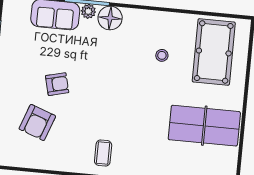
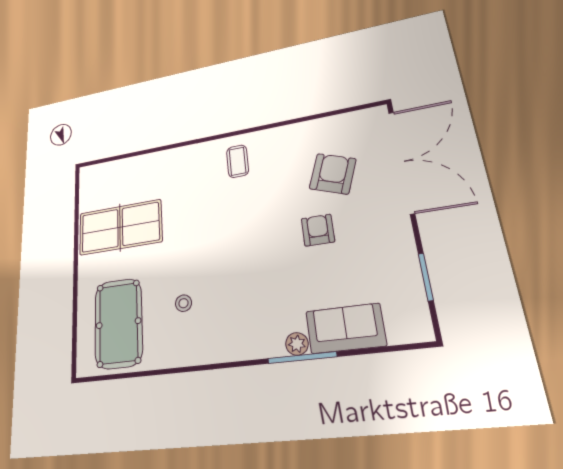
floor lamp: (110, 18) -> (263, 340), removed
armchair: (57, 84) -> (318, 230), turned 104

